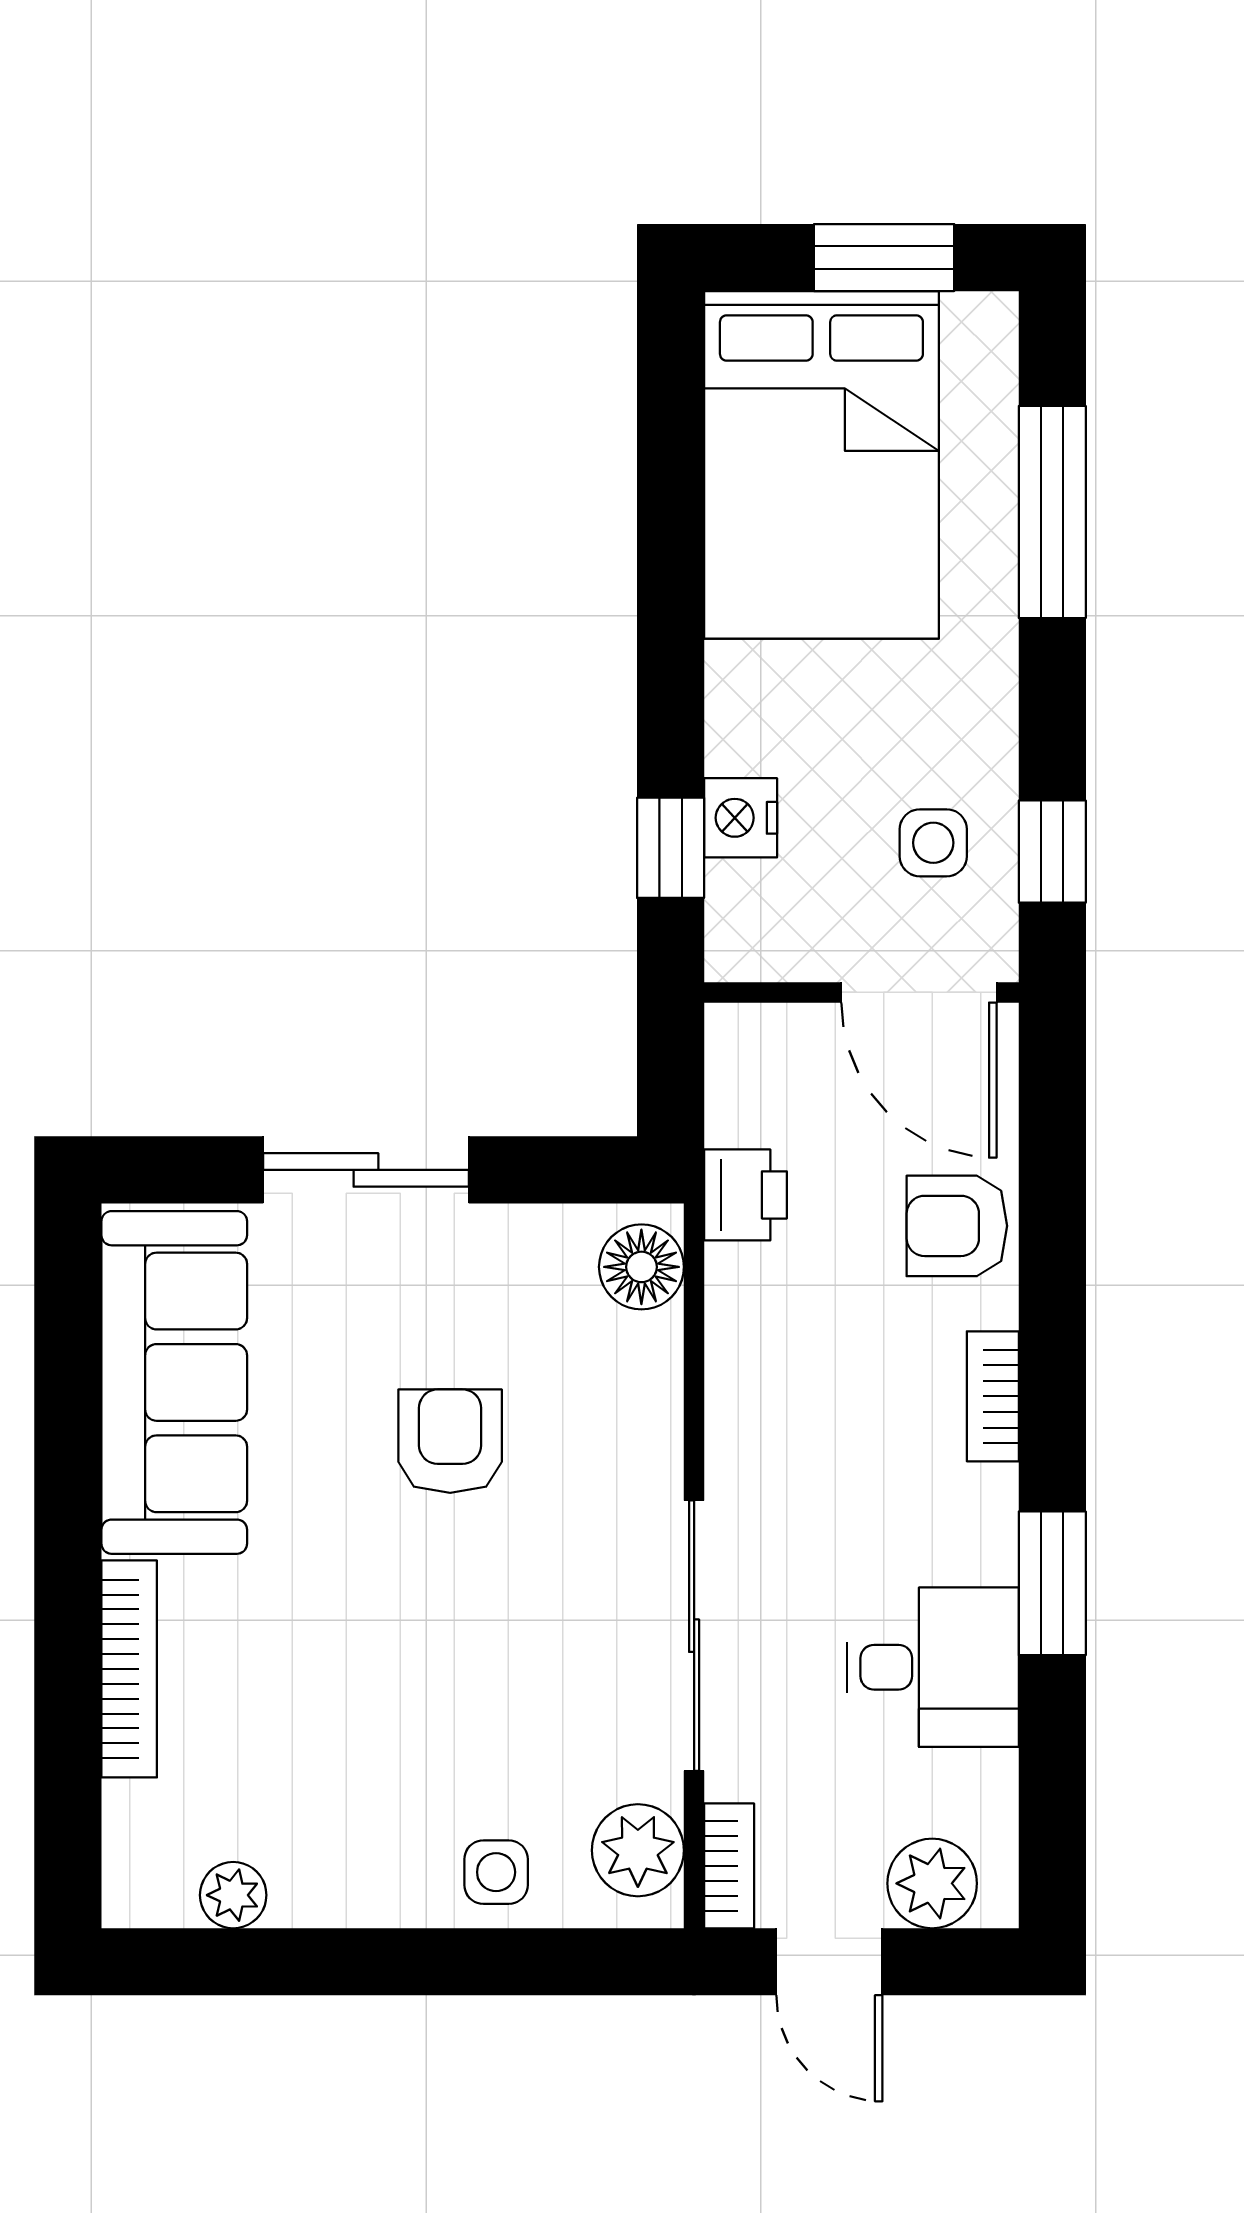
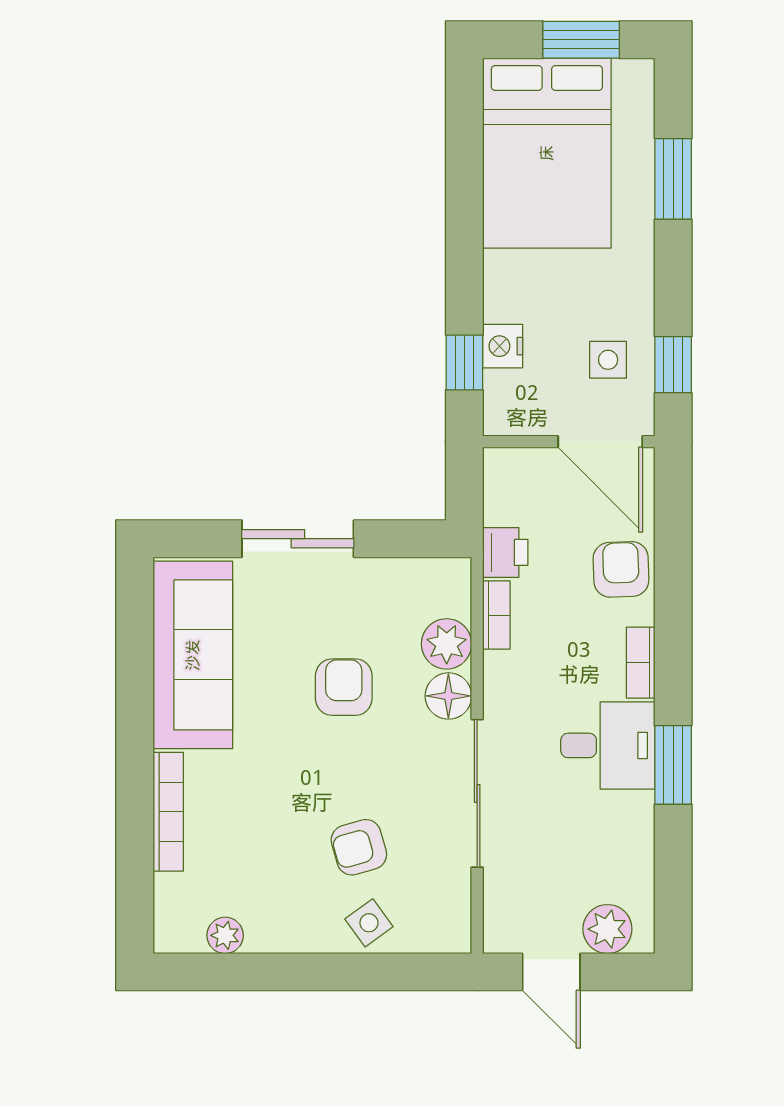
window: (1052, 512) -> (673, 179), width x0.69
armchair: (957, 1226) -> (621, 569), turned 88
floor lamp: (641, 1267) -> (448, 696), moved
desk: (933, 1667) -> (608, 745), moved
armchair: (478, 1734) -> (359, 847), added
plant: (638, 1850) -> (447, 644), moved
bookcase: (729, 1866) -> (496, 615), moved
side table: (496, 1872) -> (369, 923), turned -36

